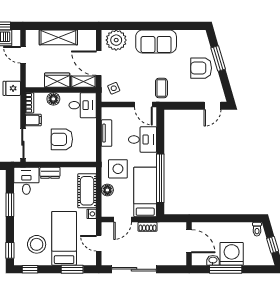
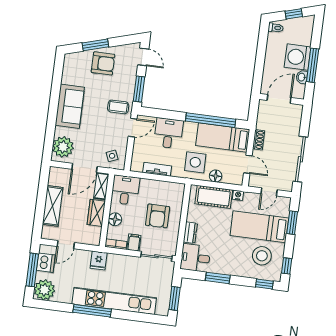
armchair: (201, 68) -> (103, 63), turned -90
window: (181, 106) -> (139, 89), added

